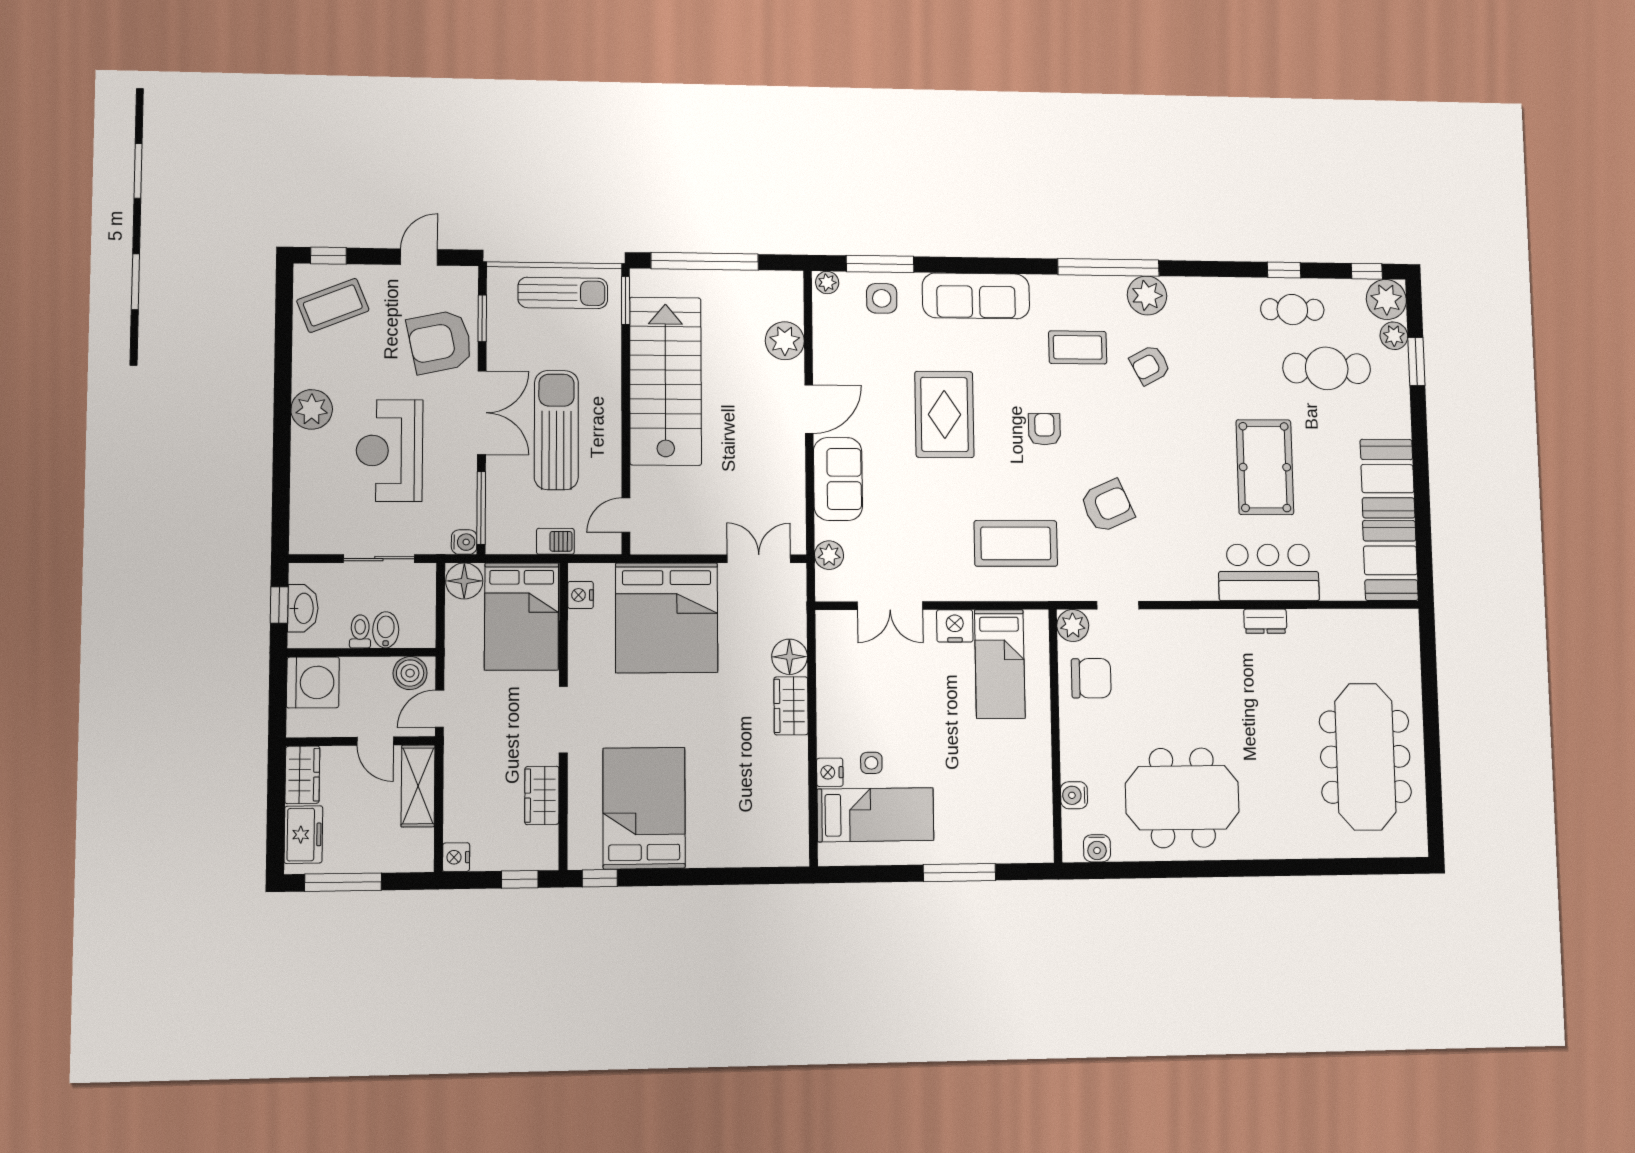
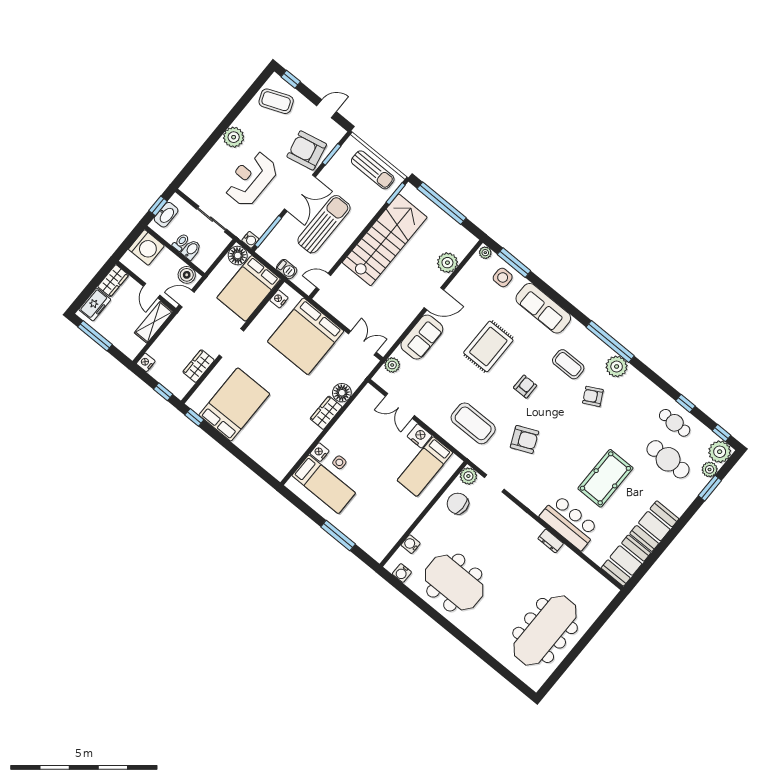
chair: (1091, 678) -> (458, 504), turned 180

